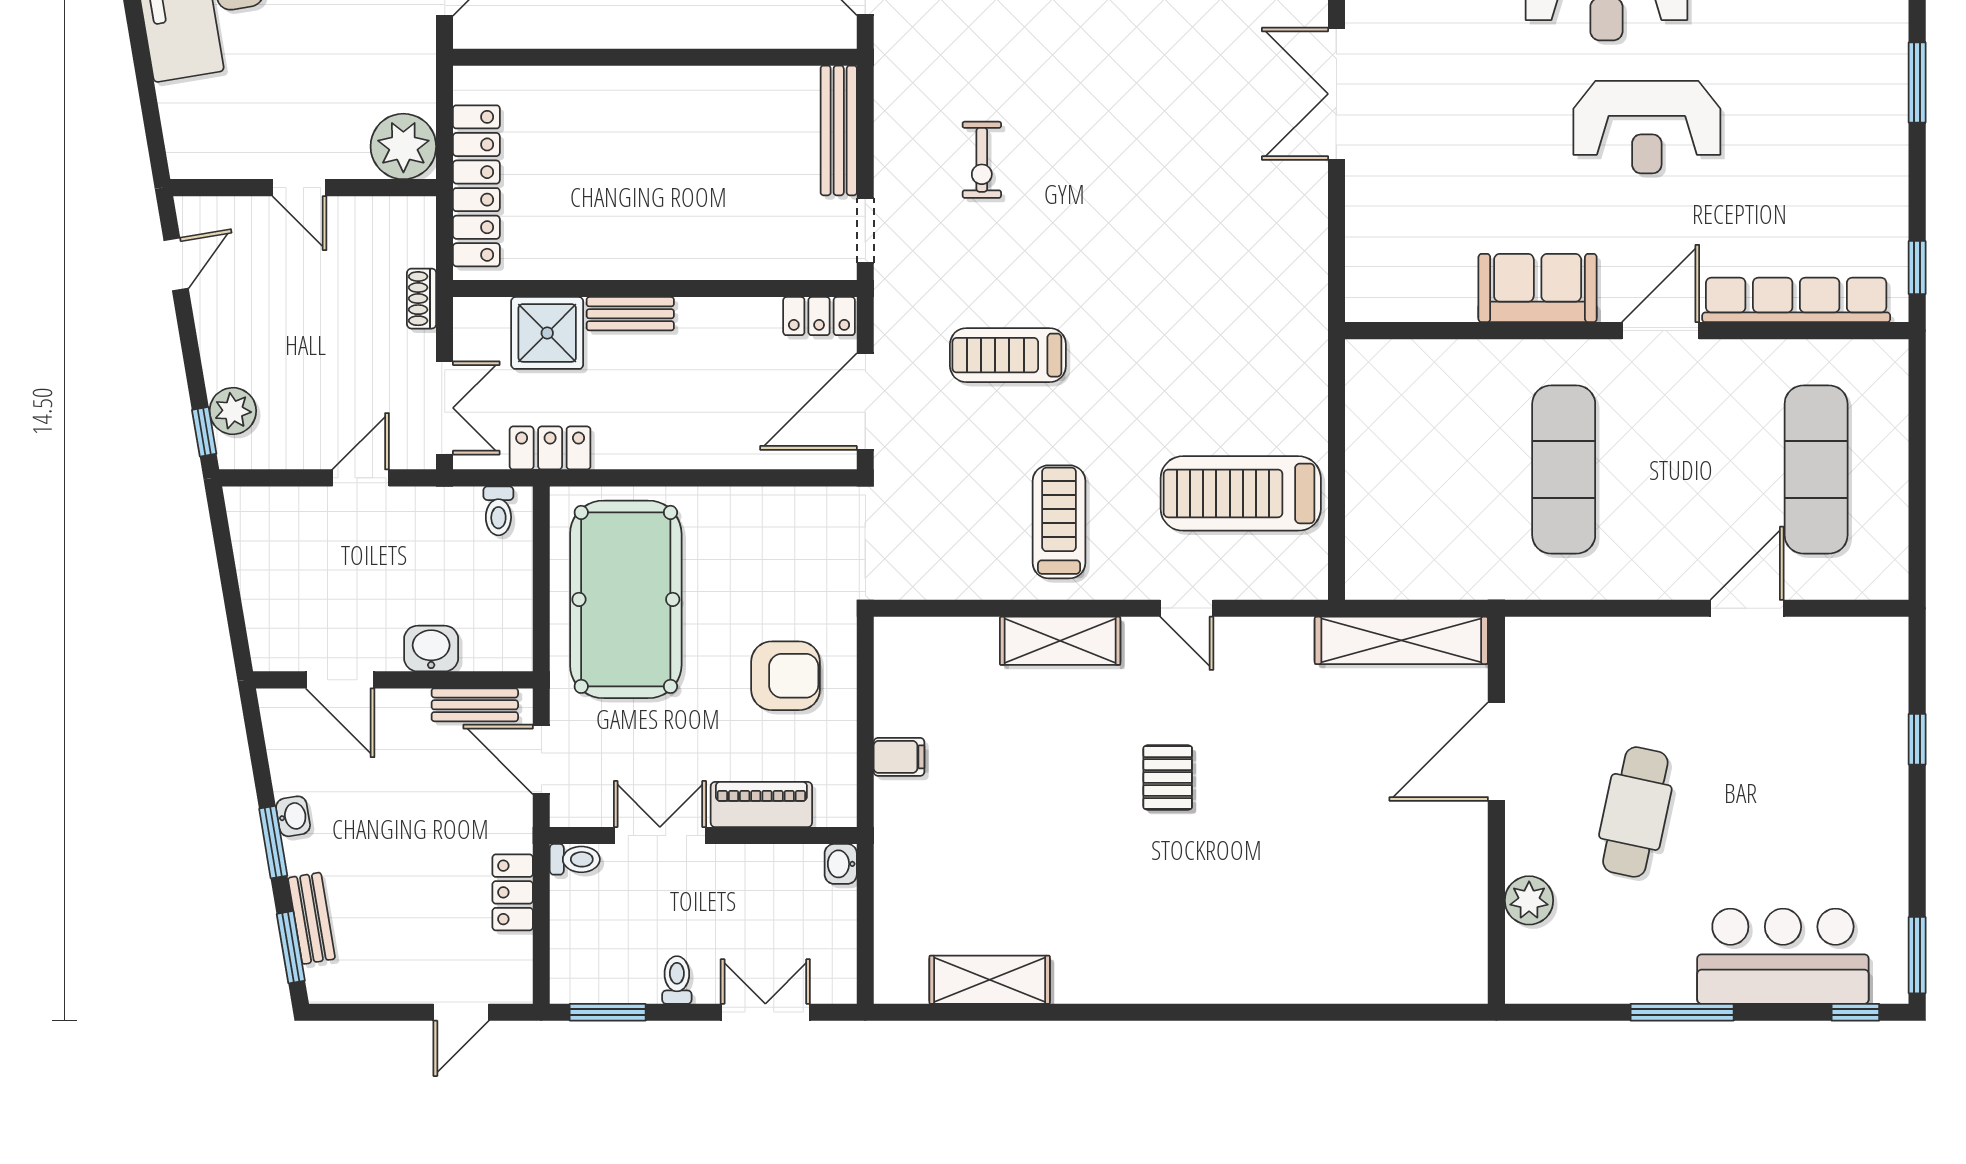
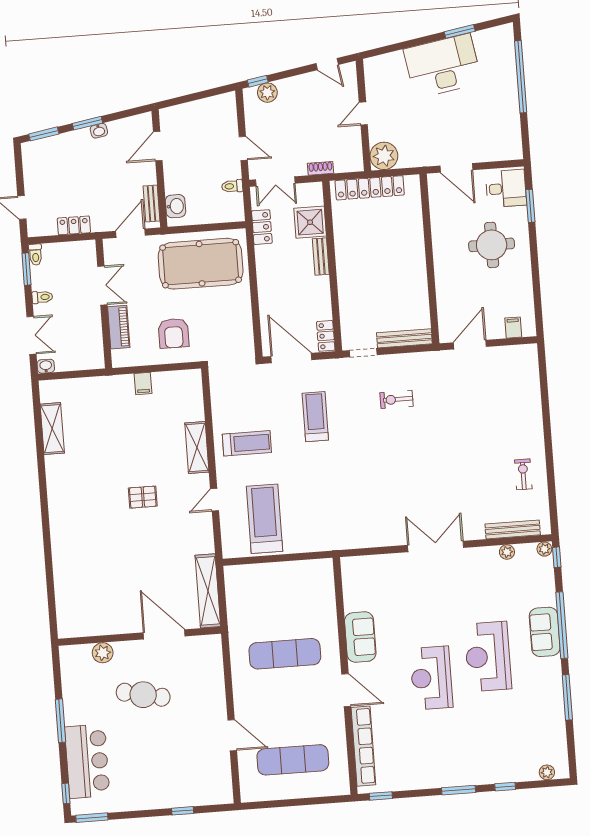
toilet: (498, 511) -> (232, 186), moved
washbasin: (431, 649) -> (175, 206), moved
toilet: (575, 859) -> (35, 255), moved
washbasin: (841, 864) -> (46, 366), moved
bench: (312, 918) -> (57, 142), removed

